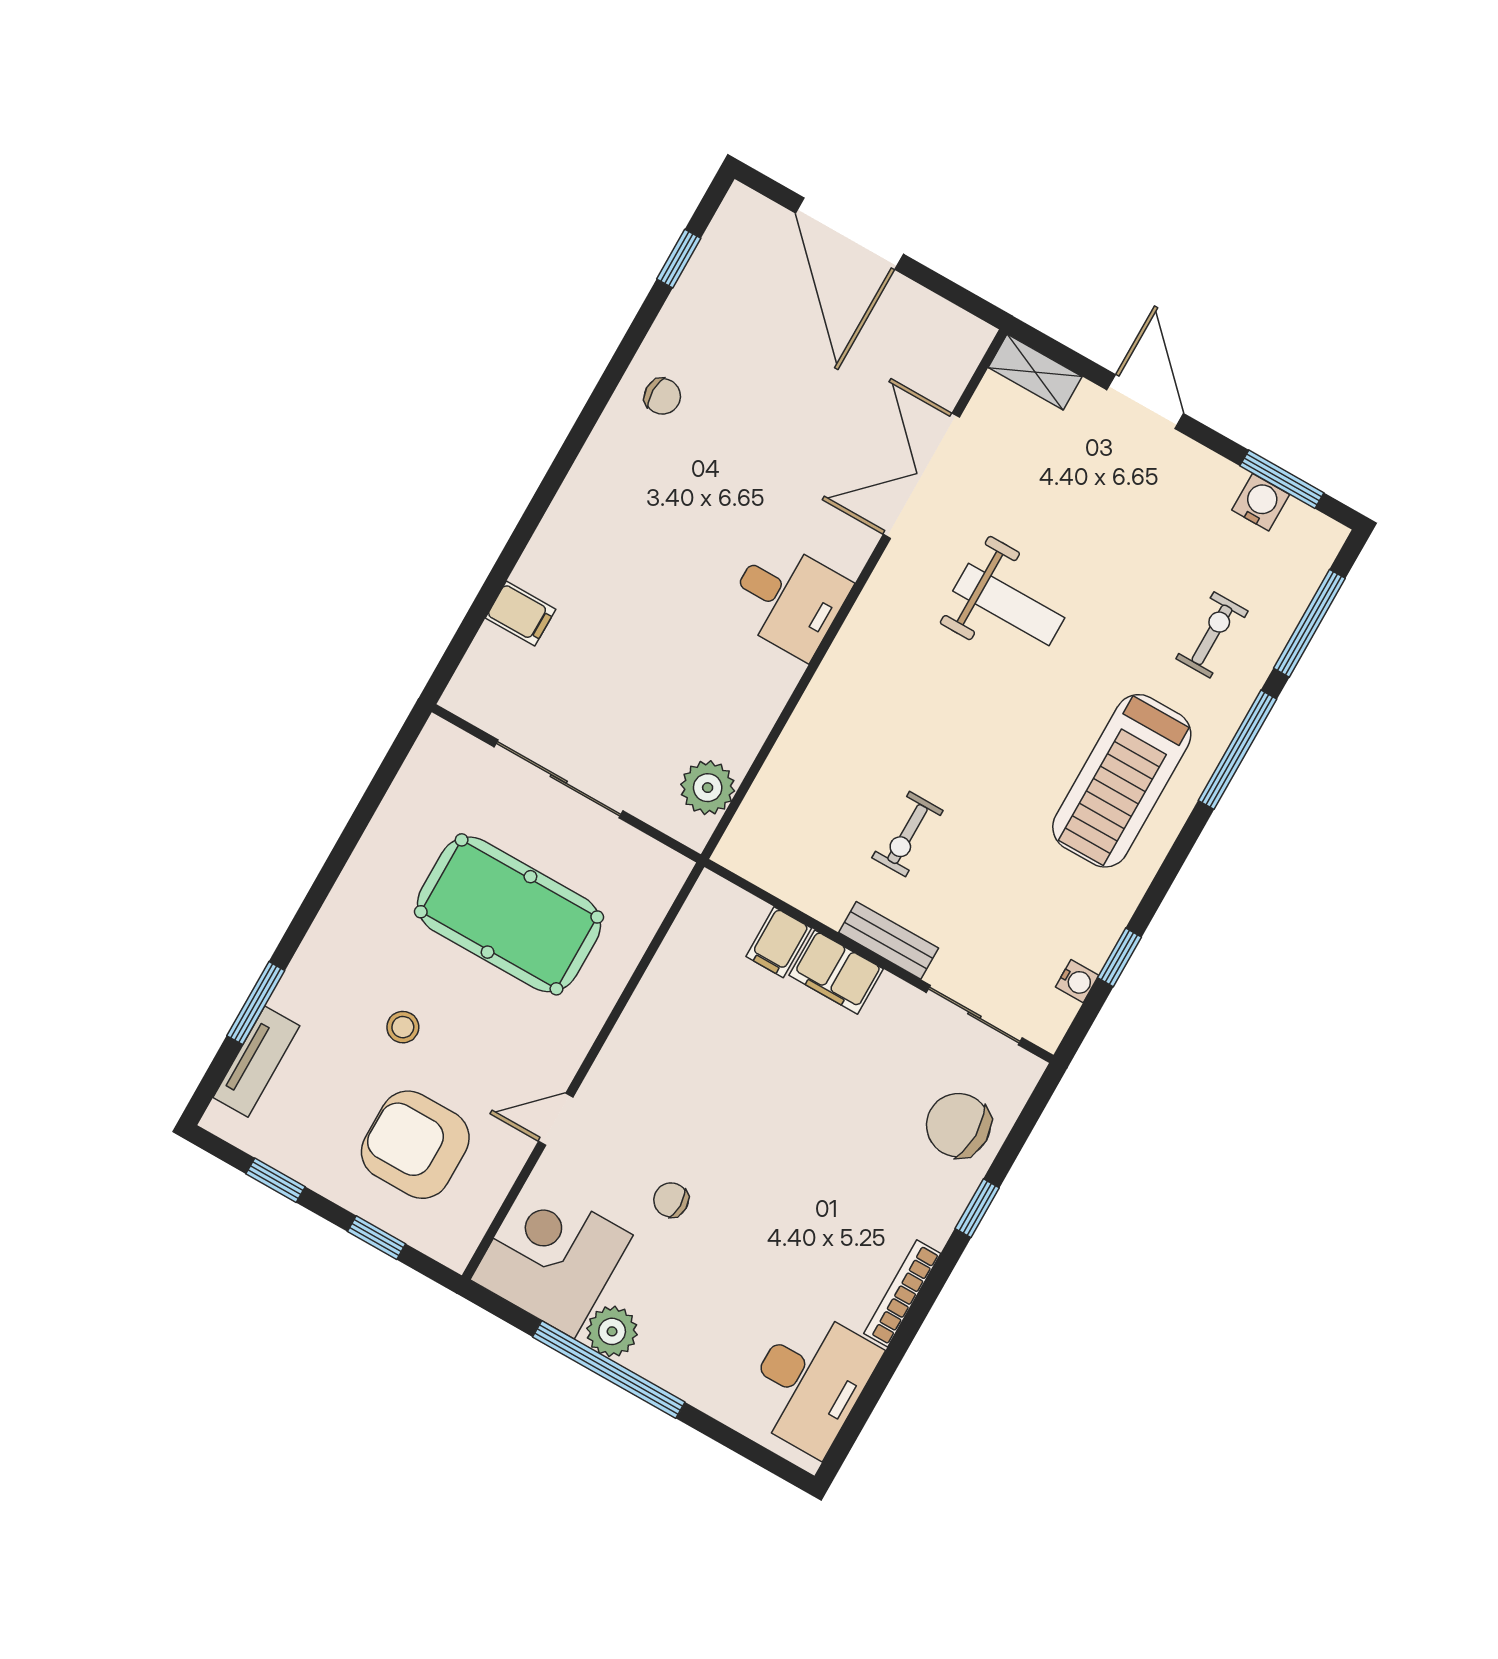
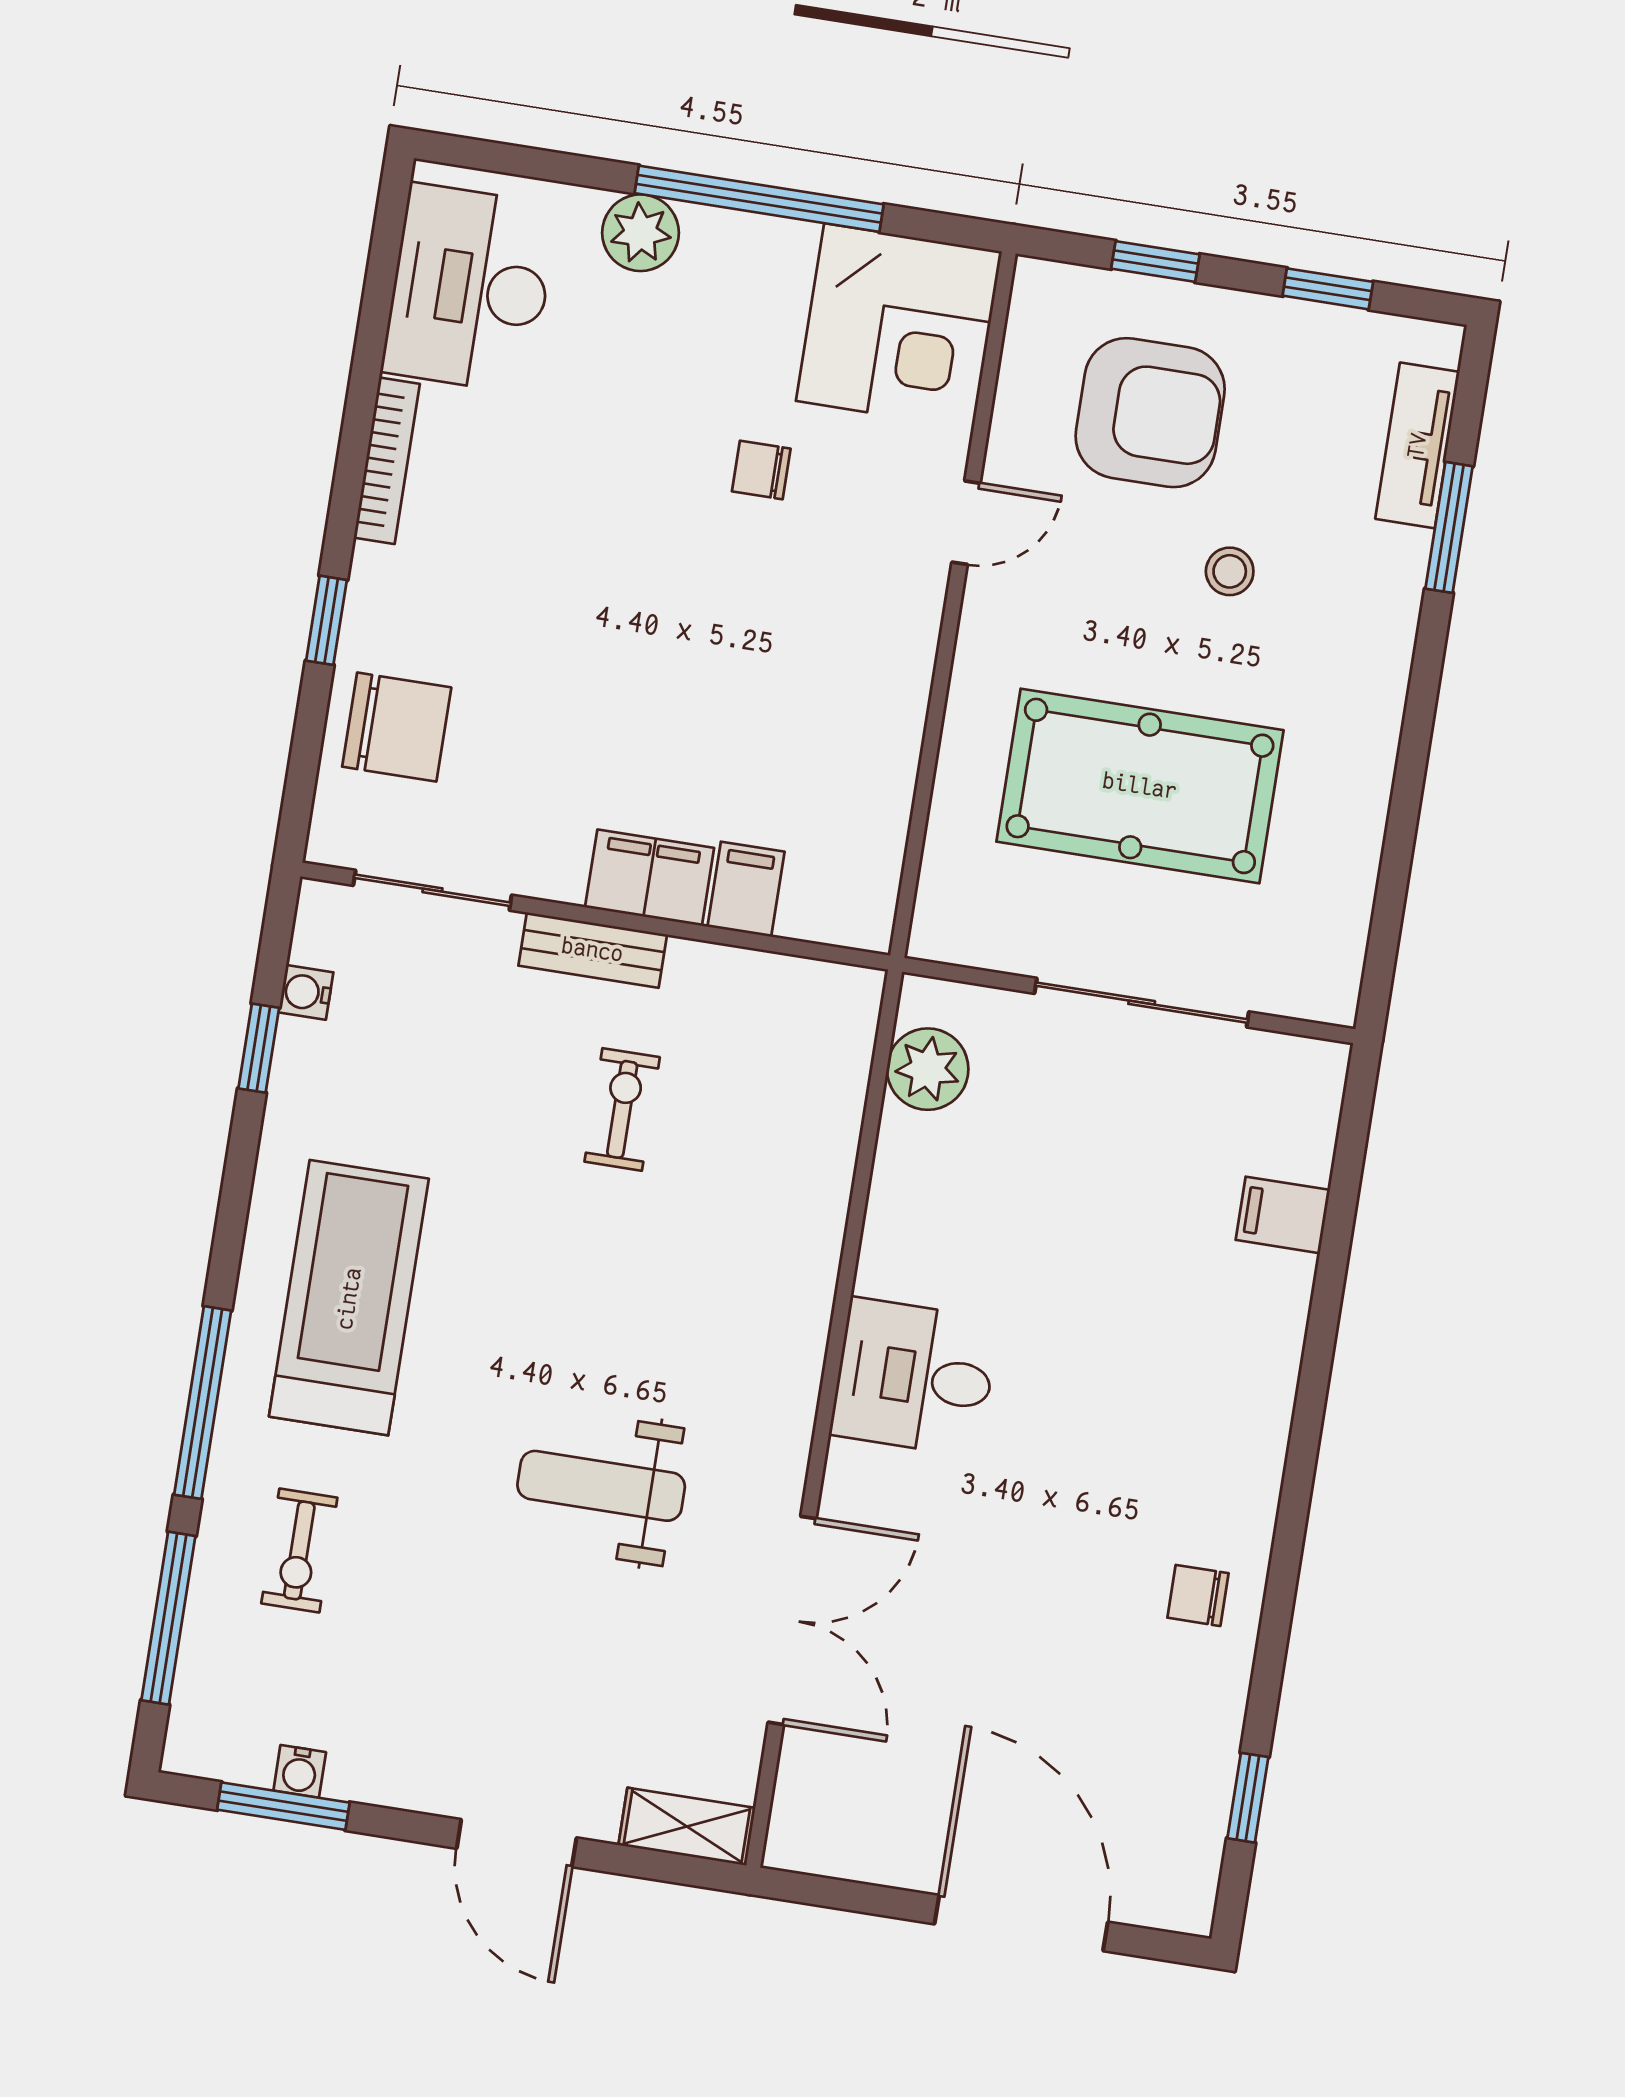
water cooler: (1261, 502) -> (300, 1771), width x0.72, depth x0.72
chair: (671, 1200) -> (761, 470), turned 180
plant: (612, 1331) -> (640, 233), moved

